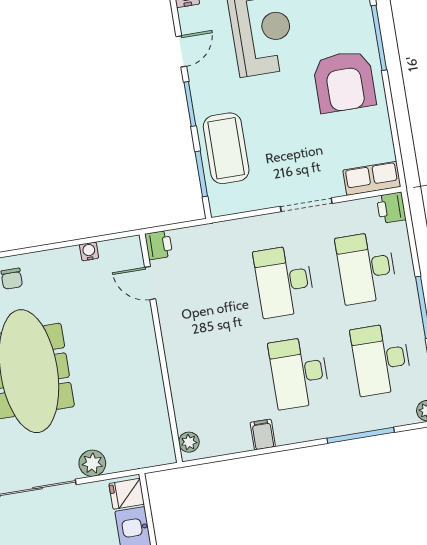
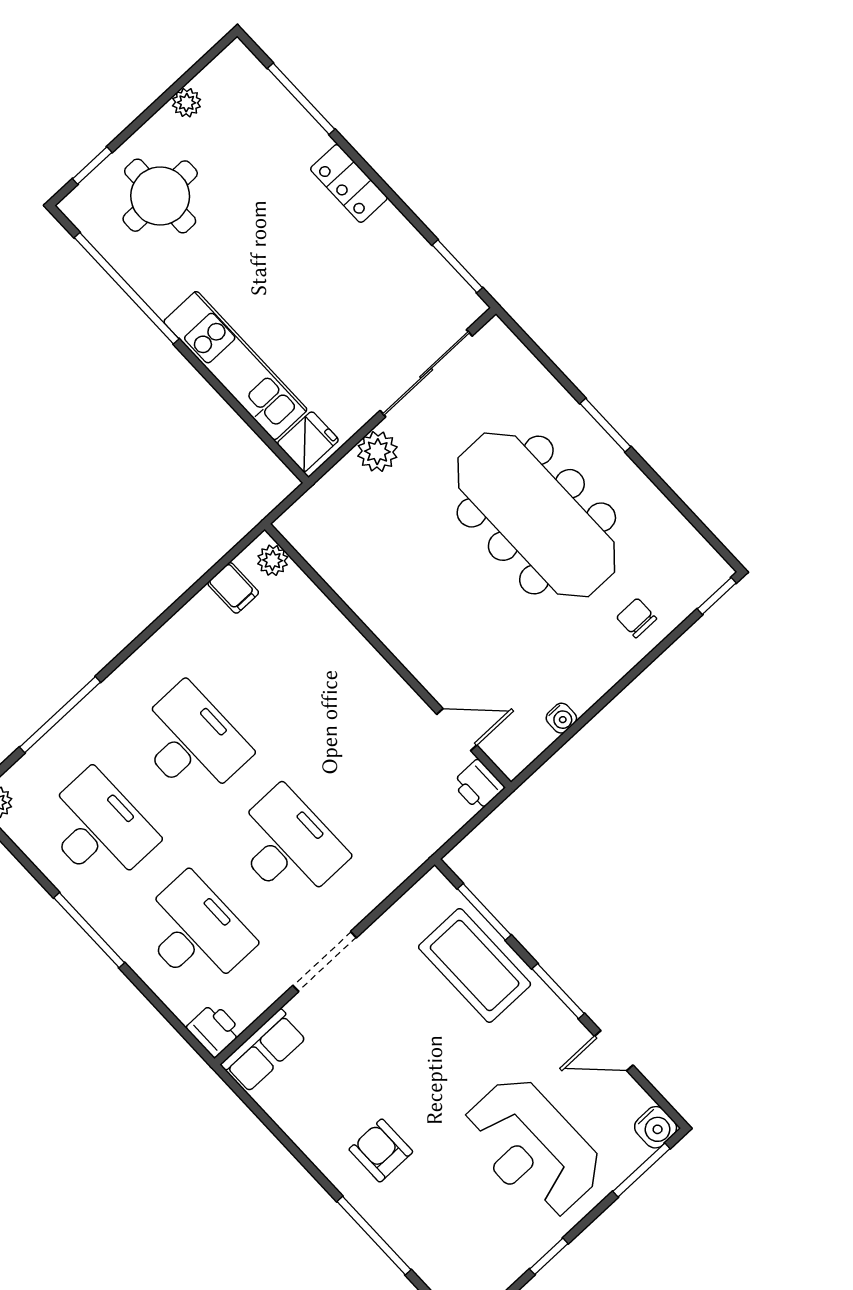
door: (181, 51) -> (614, 1051), hinge flipped
armchair: (344, 82) -> (381, 1151), width x0.53, depth x0.53
filing cabinet: (263, 434) -> (233, 588), moved

